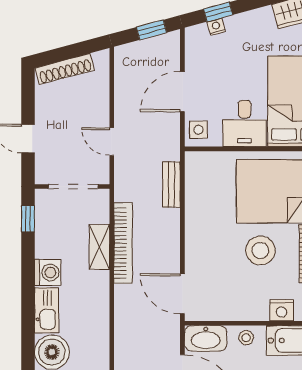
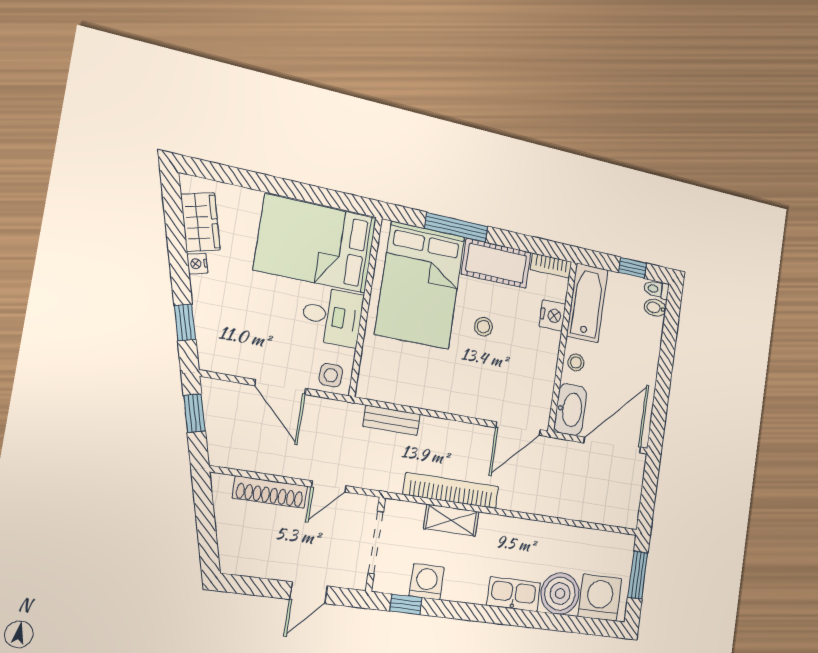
nightstand: (216, 27) -> (197, 264), moved
shoe rack: (65, 69) -> (270, 492), moved, turned 105
stool: (260, 251) -> (483, 327), width x0.53, depth x0.53
washing machine: (48, 273) -> (427, 582), moved

